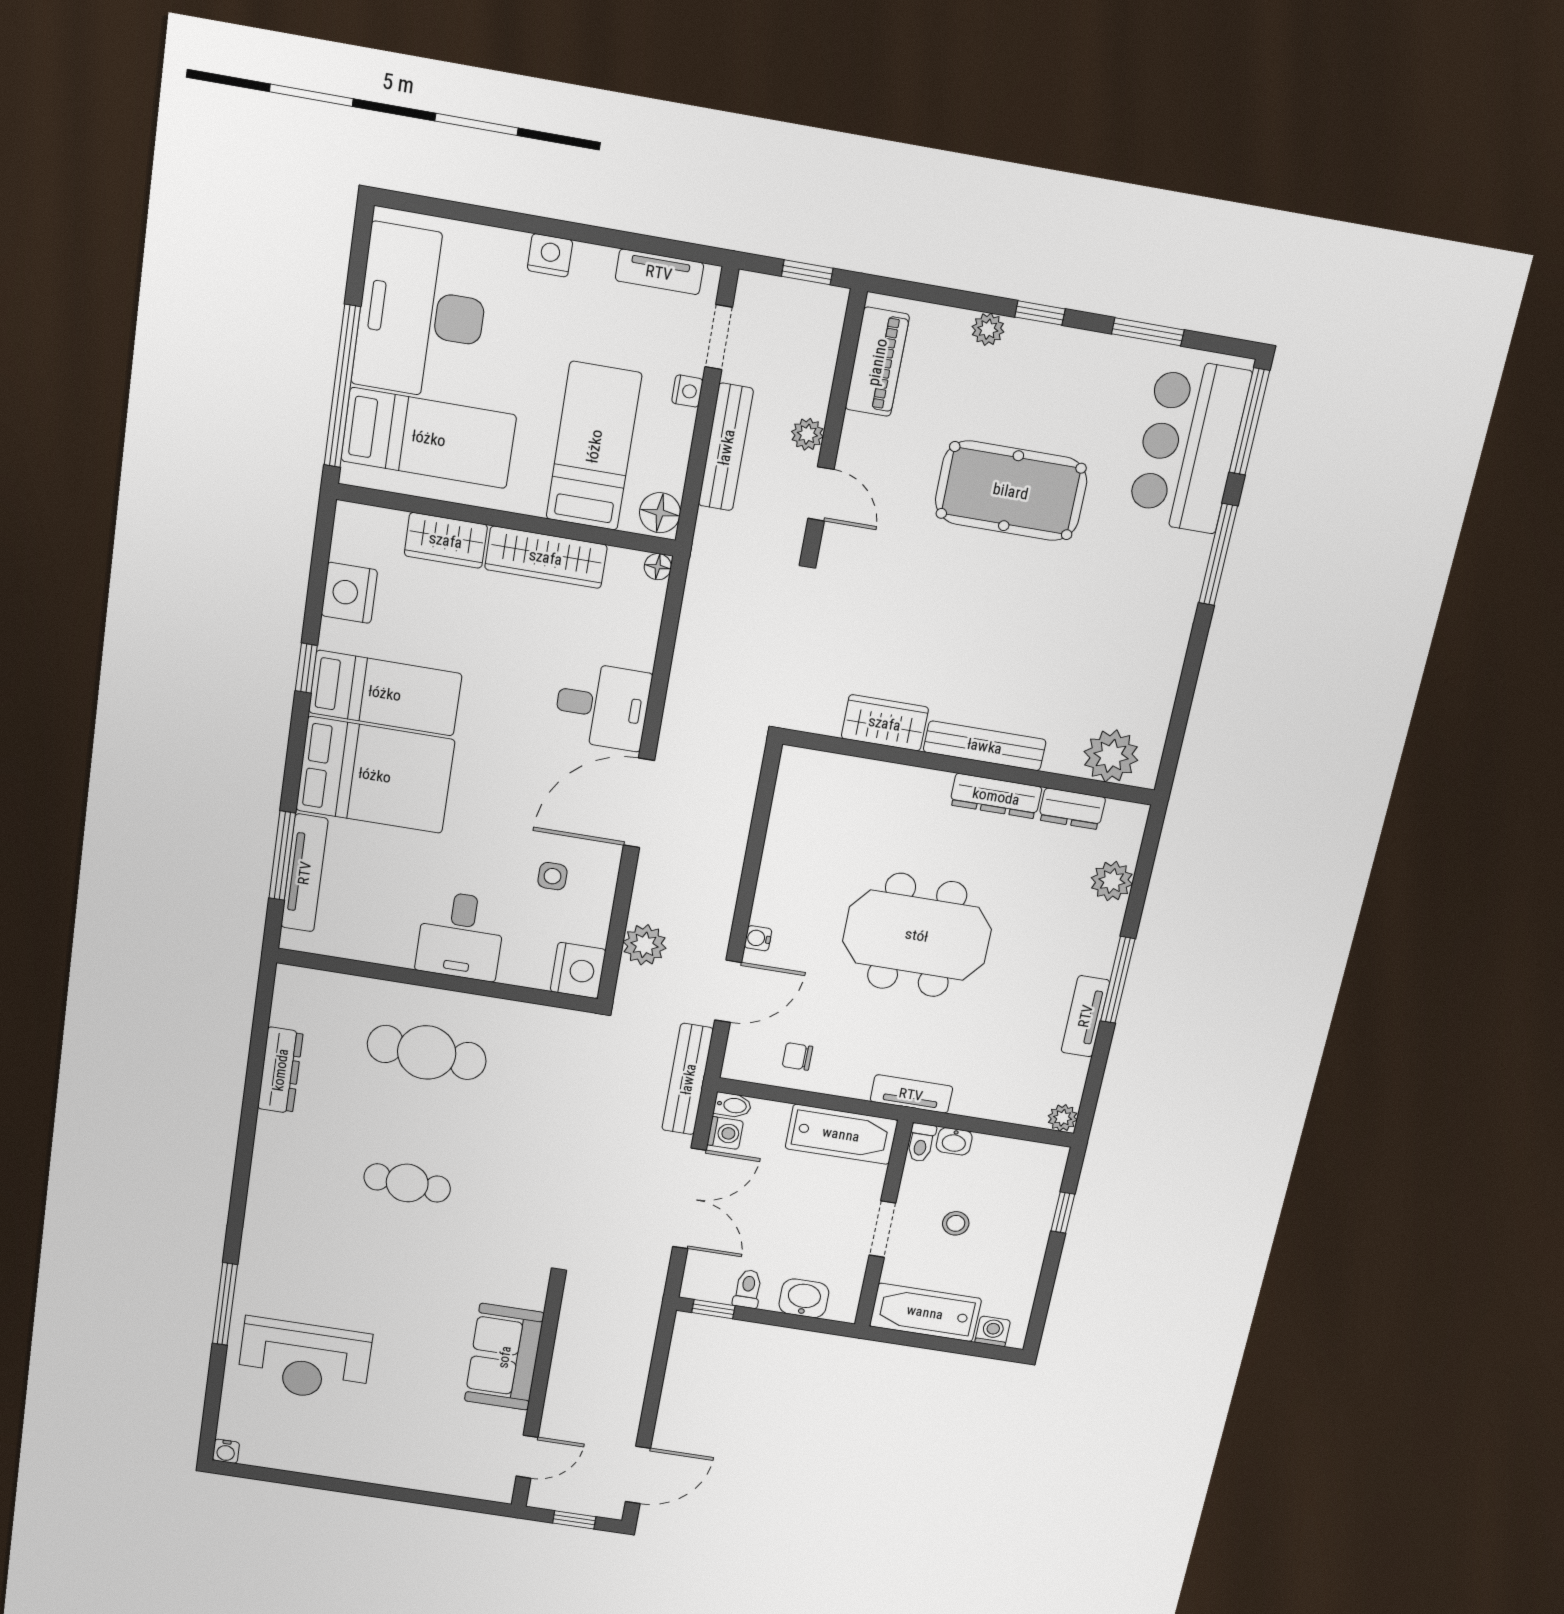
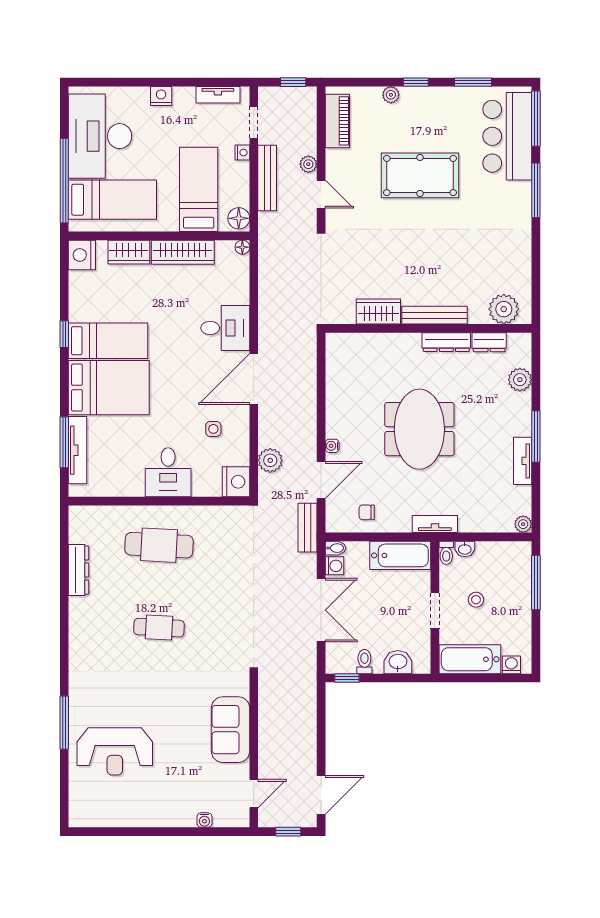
nightstand: (349, 593) -> (82, 255), moved
meeting table: (917, 935) -> (419, 429), turned 90
bench: (688, 1079) -> (308, 528), width x0.73
window: (1063, 1213) -> (536, 583), width x2.17
water cooler: (226, 1451) -> (204, 820), moved

